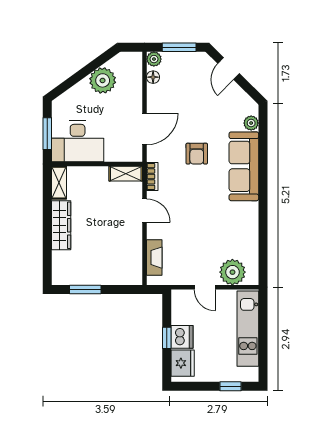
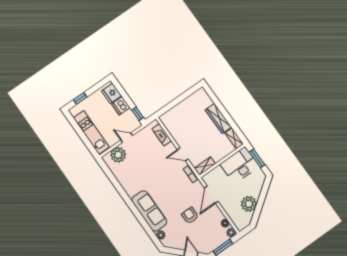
armchair: (197, 154) -> (190, 216), moved
window: (85, 289) -> (184, 96), removed
window: (167, 338) -> (138, 114), moved

